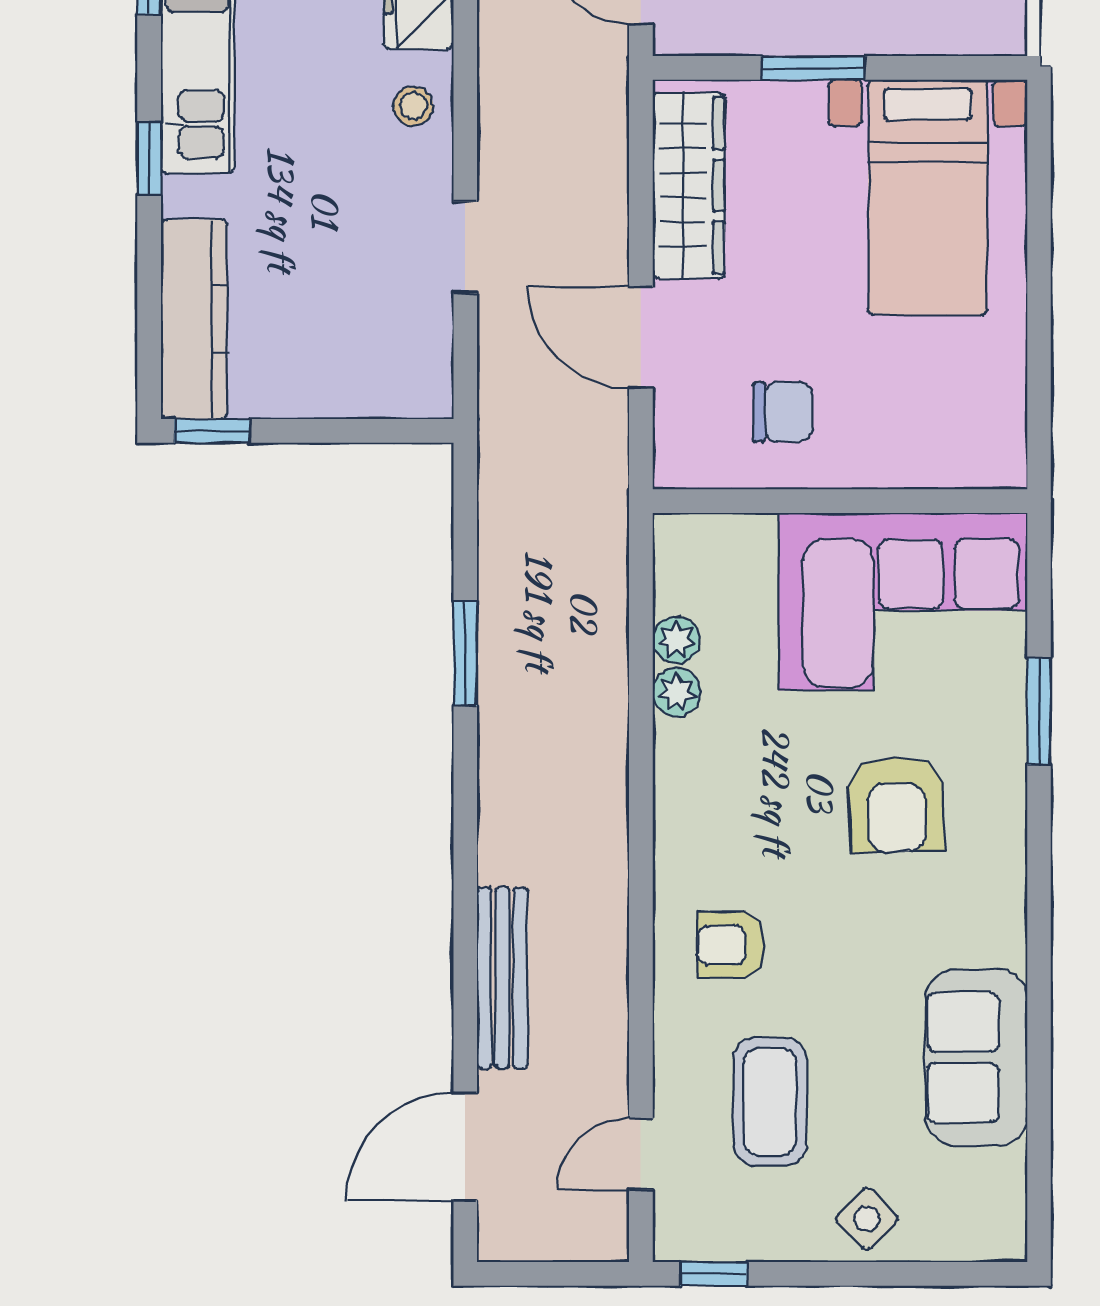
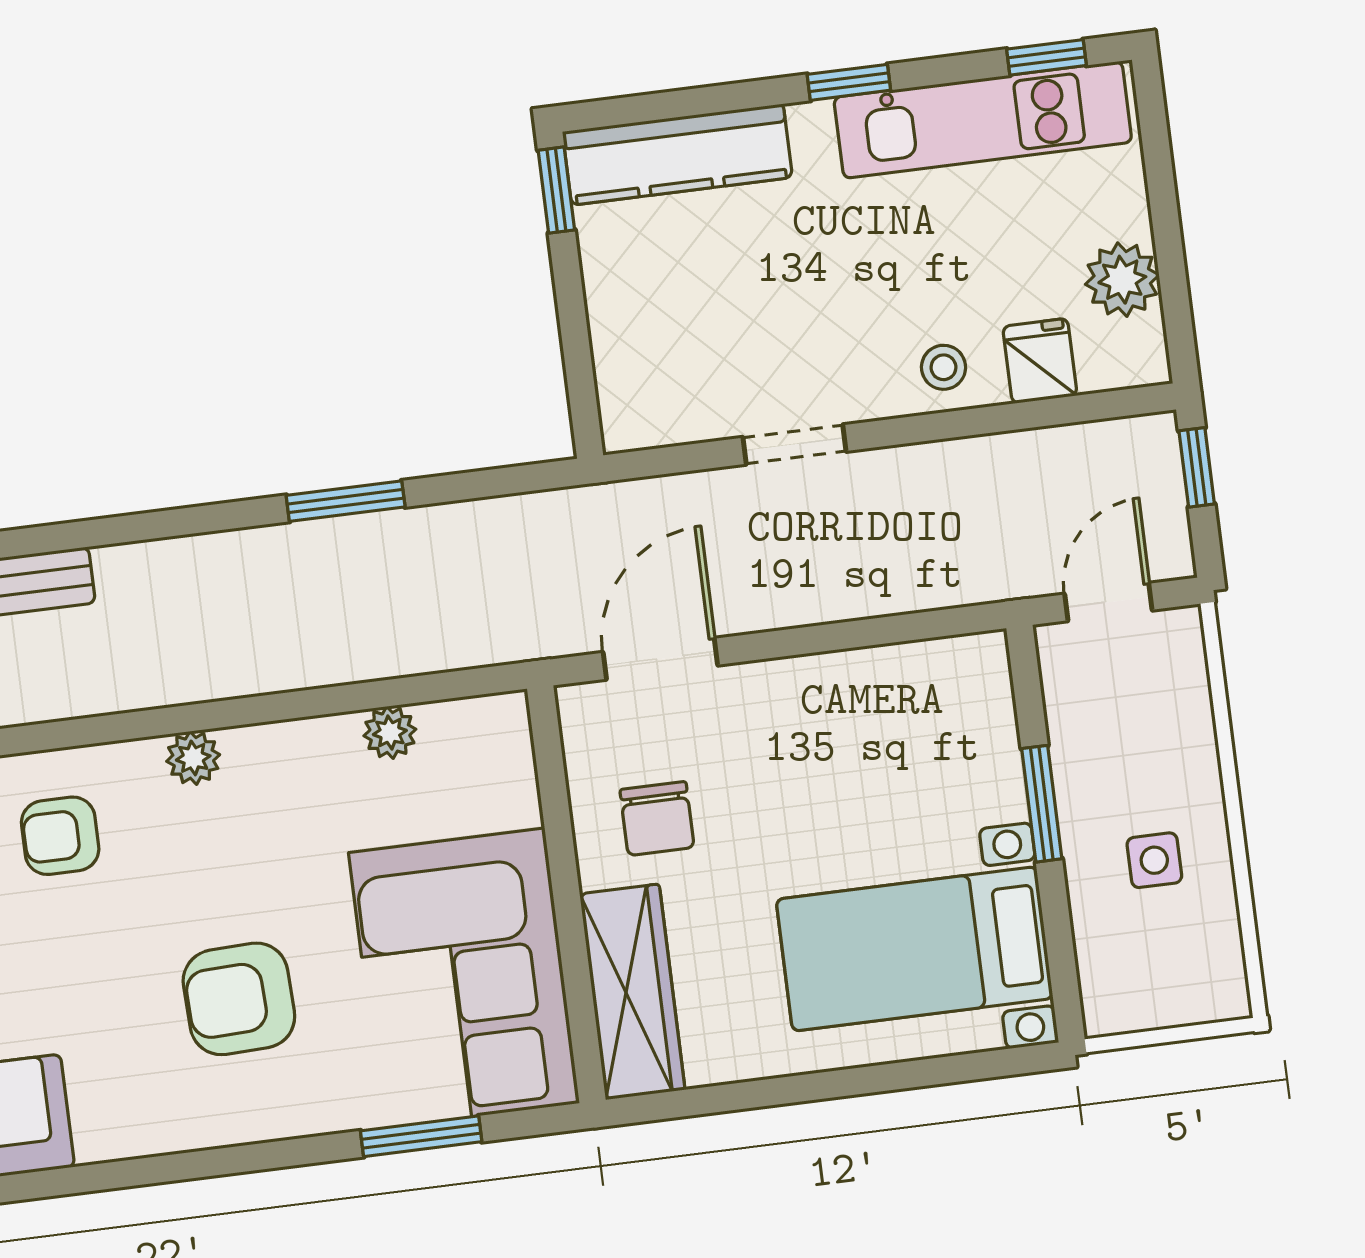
wardrobe: (689, 185) -> (632, 992), moved, turned -90
door: (641, 338) -> (660, 659), moved
plant: (677, 692) -> (193, 758), moved
window: (1039, 711) -> (421, 1136), moved
armchair: (731, 945) -> (60, 836), turned -90

